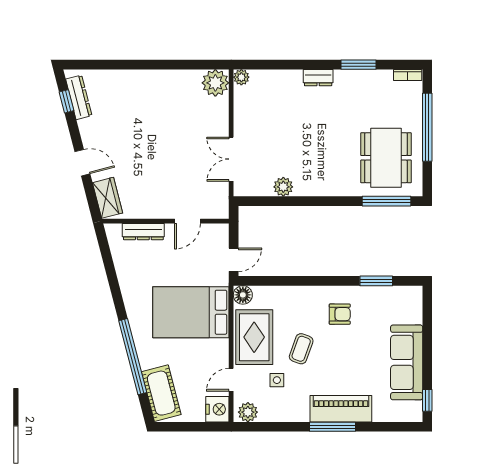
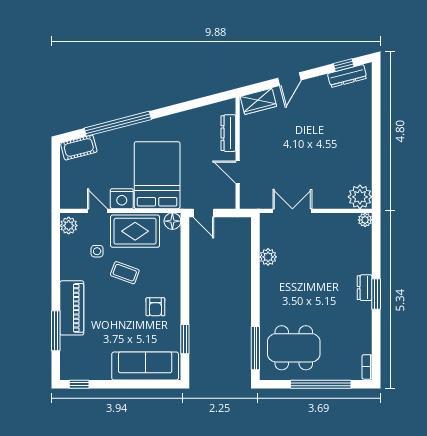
window: (359, 65) -> (376, 294), moved
sofa: (407, 362) -> (145, 366), moved
cot: (161, 393) -> (79, 147), width x0.73, depth x0.75
nightstand: (217, 409) -> (122, 199), moved
window: (333, 427) -> (56, 331), moved

